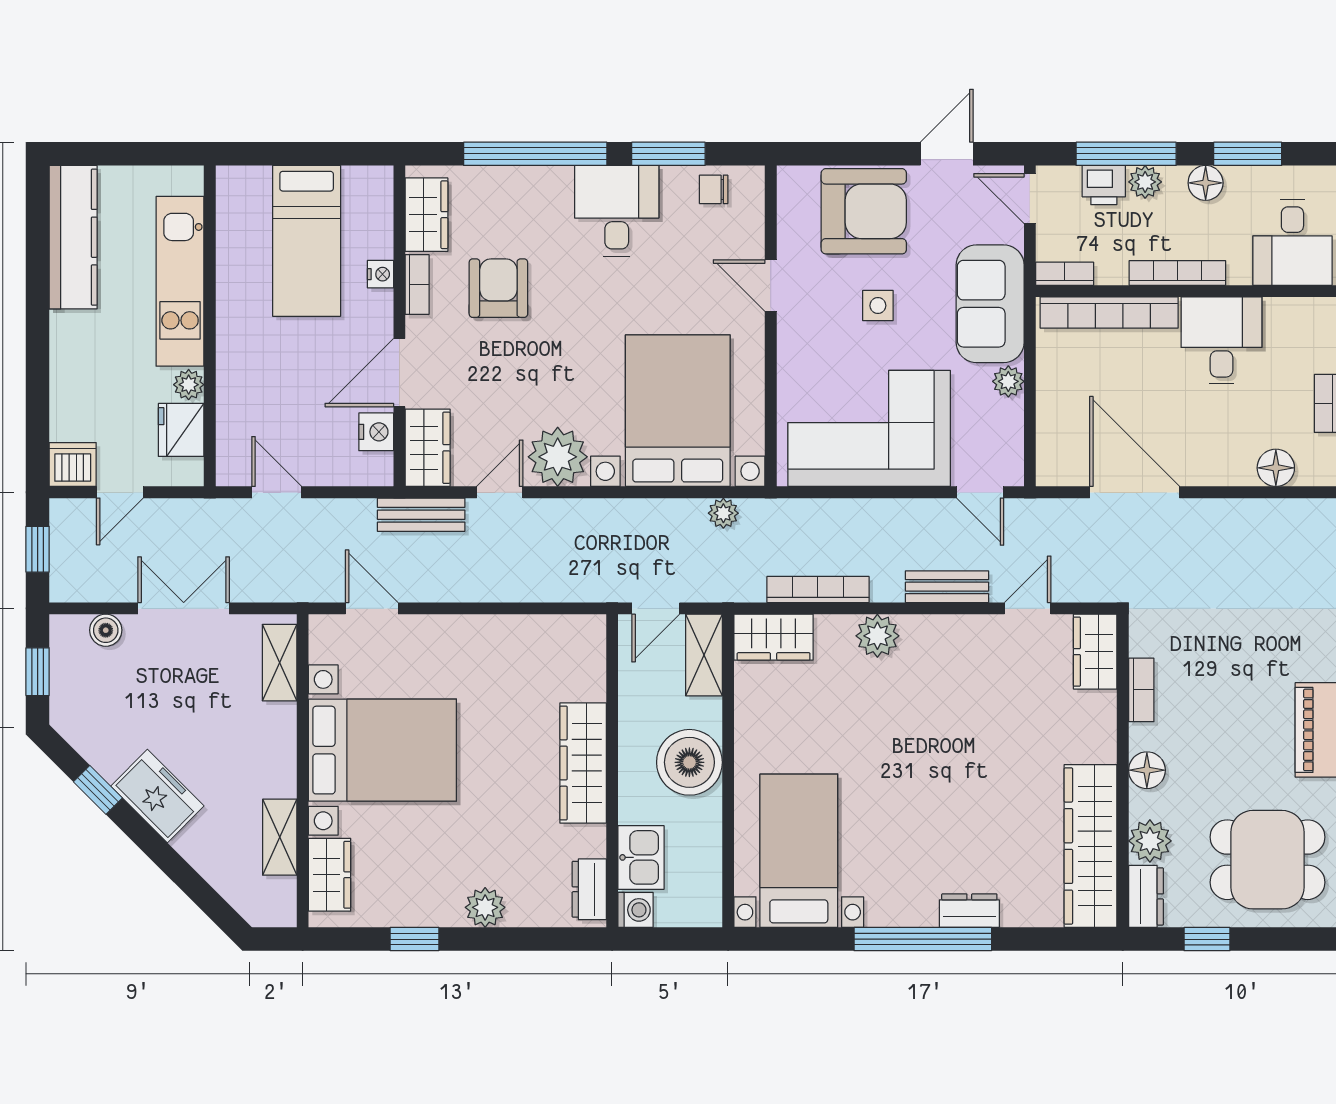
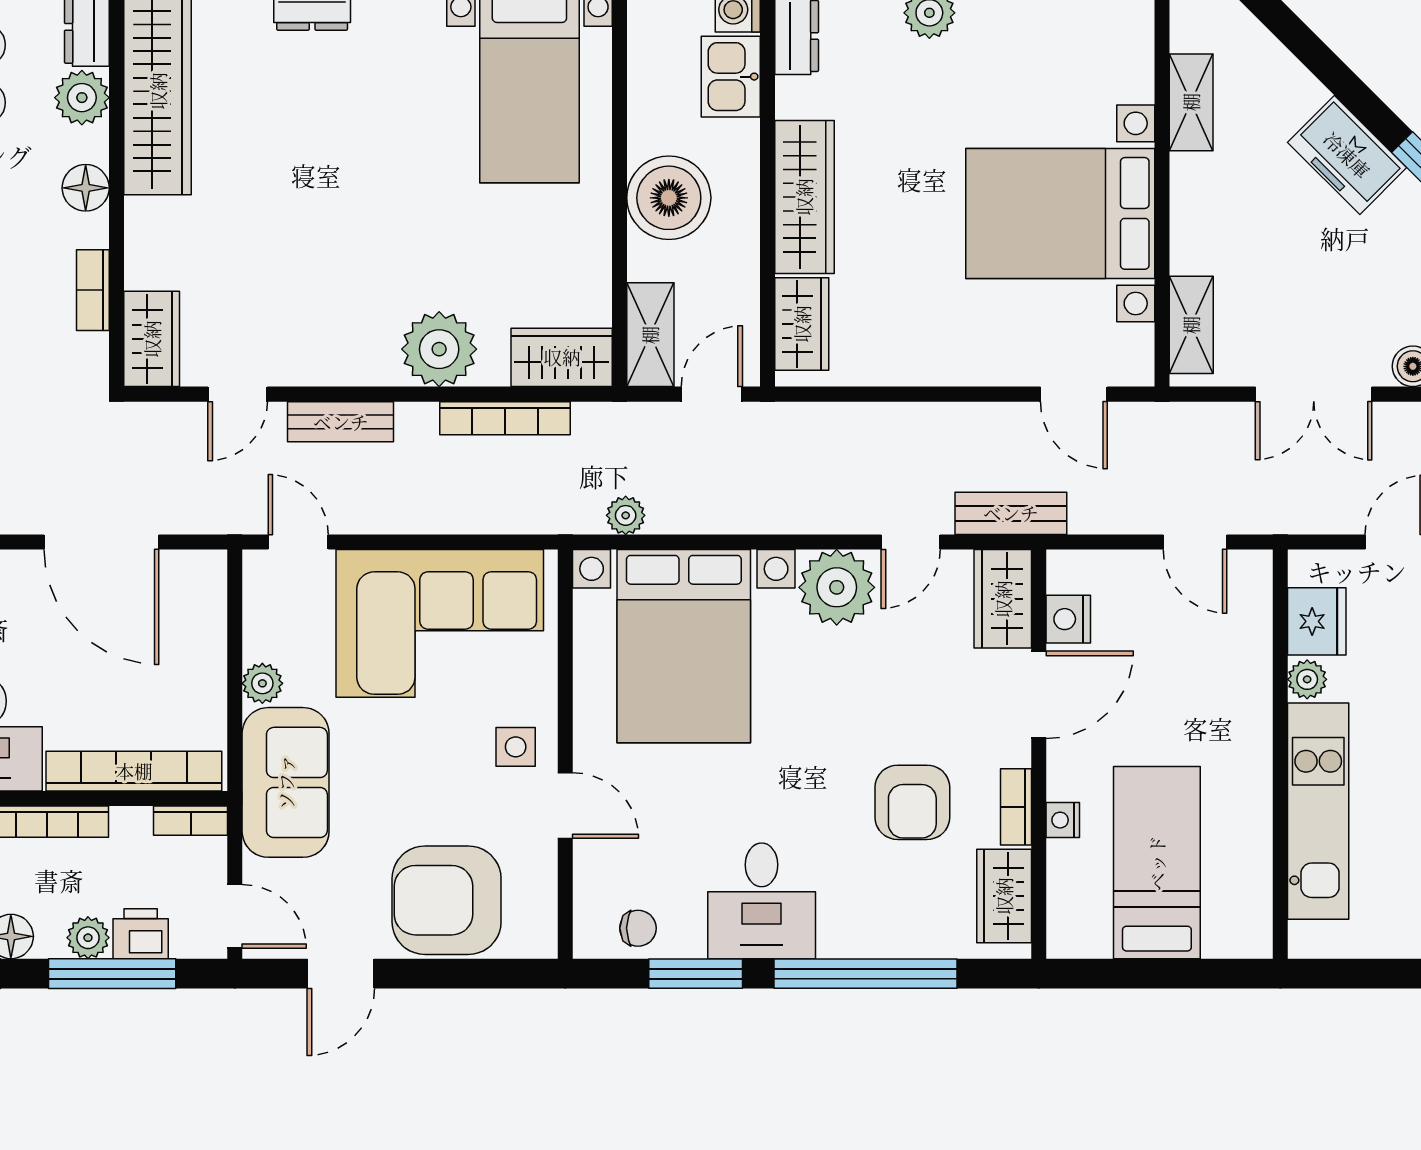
side table: (878, 306) -> (516, 747), moved
plant: (877, 636) -> (439, 349), width x1.36, depth x1.36
wardrobe: (330, 875) -> (802, 324), moved, turned 180

